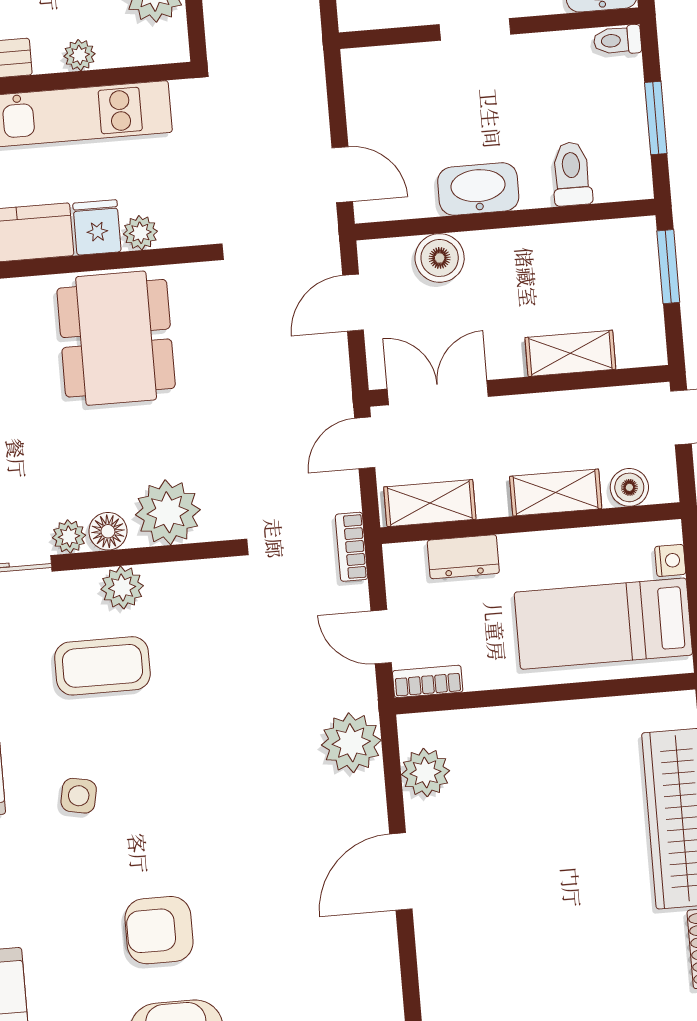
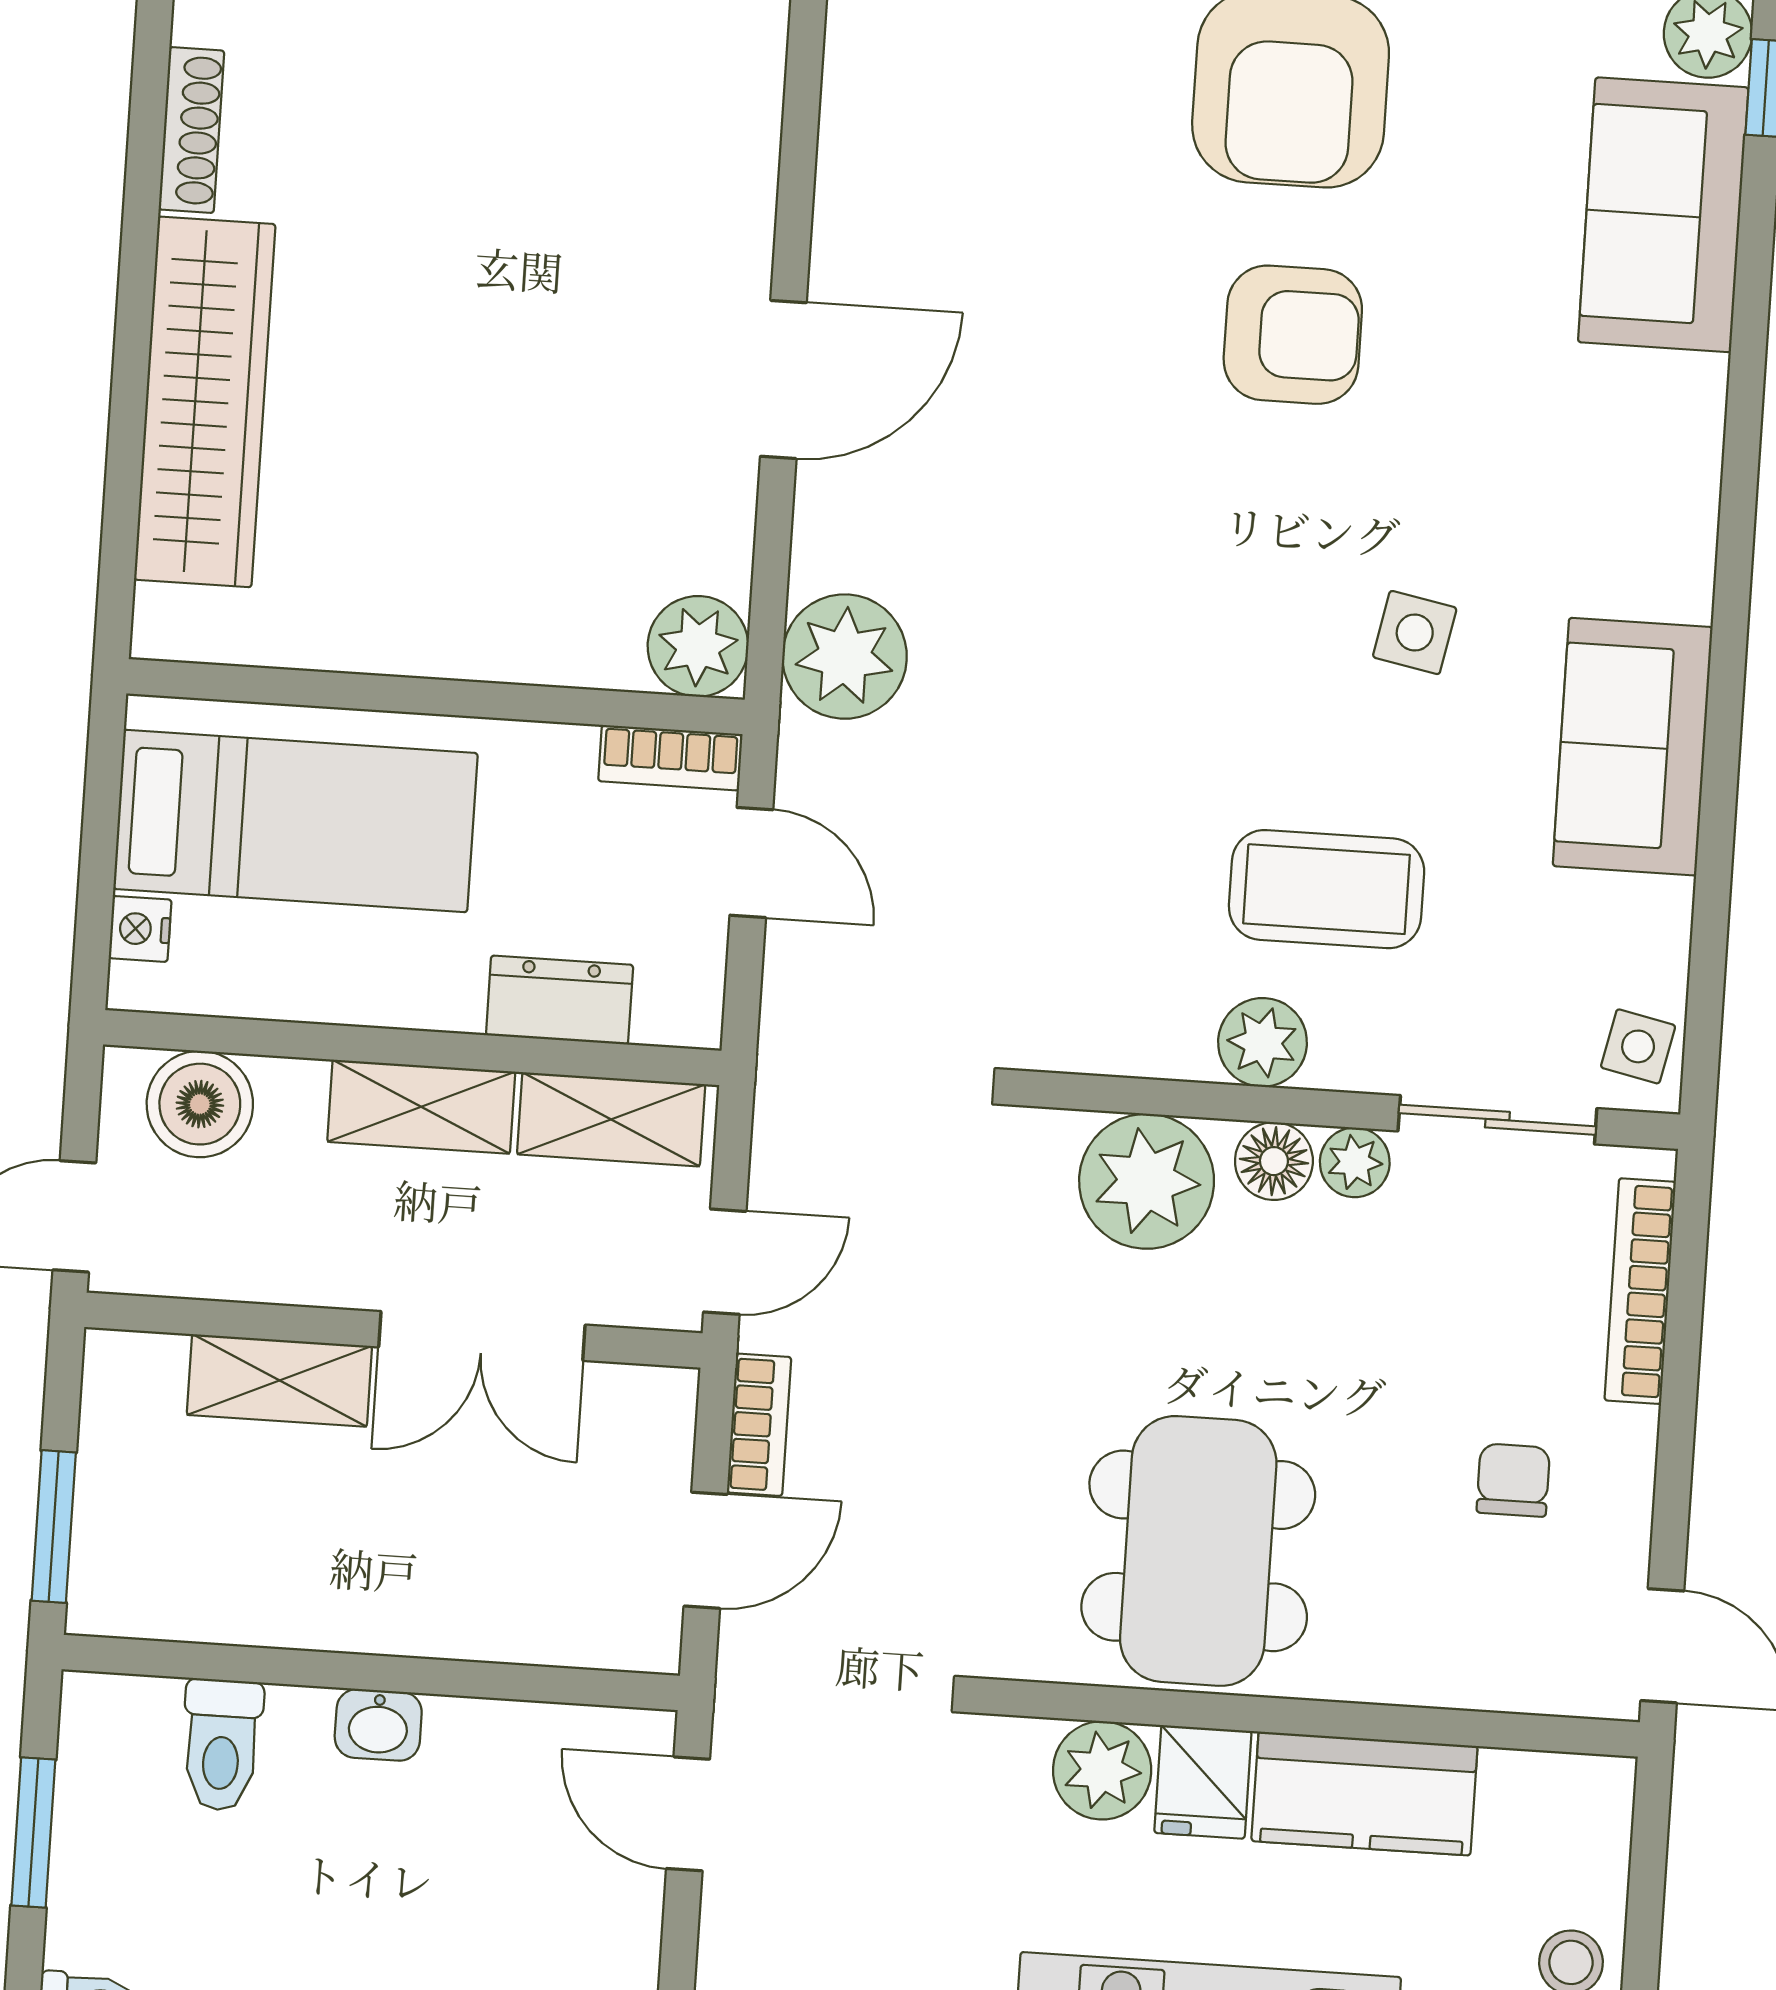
washbasin: (478, 189) -> (378, 1725), width x0.52, depth x0.69
plant: (140, 233) -> (1102, 1770), width x1.38, depth x1.38
boiler: (440, 258) -> (516, 1615), removed
double door: (438, 393) -> (482, 1336), moved
boiler: (629, 487) -> (200, 1104), width x1.36, depth x1.36
shelving: (556, 493) -> (421, 1107), moved
bookcase: (352, 547) -> (759, 1425), moved
plant: (425, 773) -> (698, 646), moved

